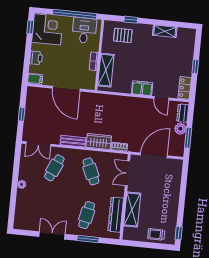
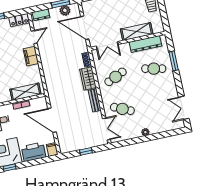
printer: (36, 58) -> (34, 152), width x1.87, depth x1.48
door: (66, 89) -> (52, 120), swing flipped
plant: (180, 129) -> (65, 10), moved
double door: (52, 235) -> (184, 108), moved

